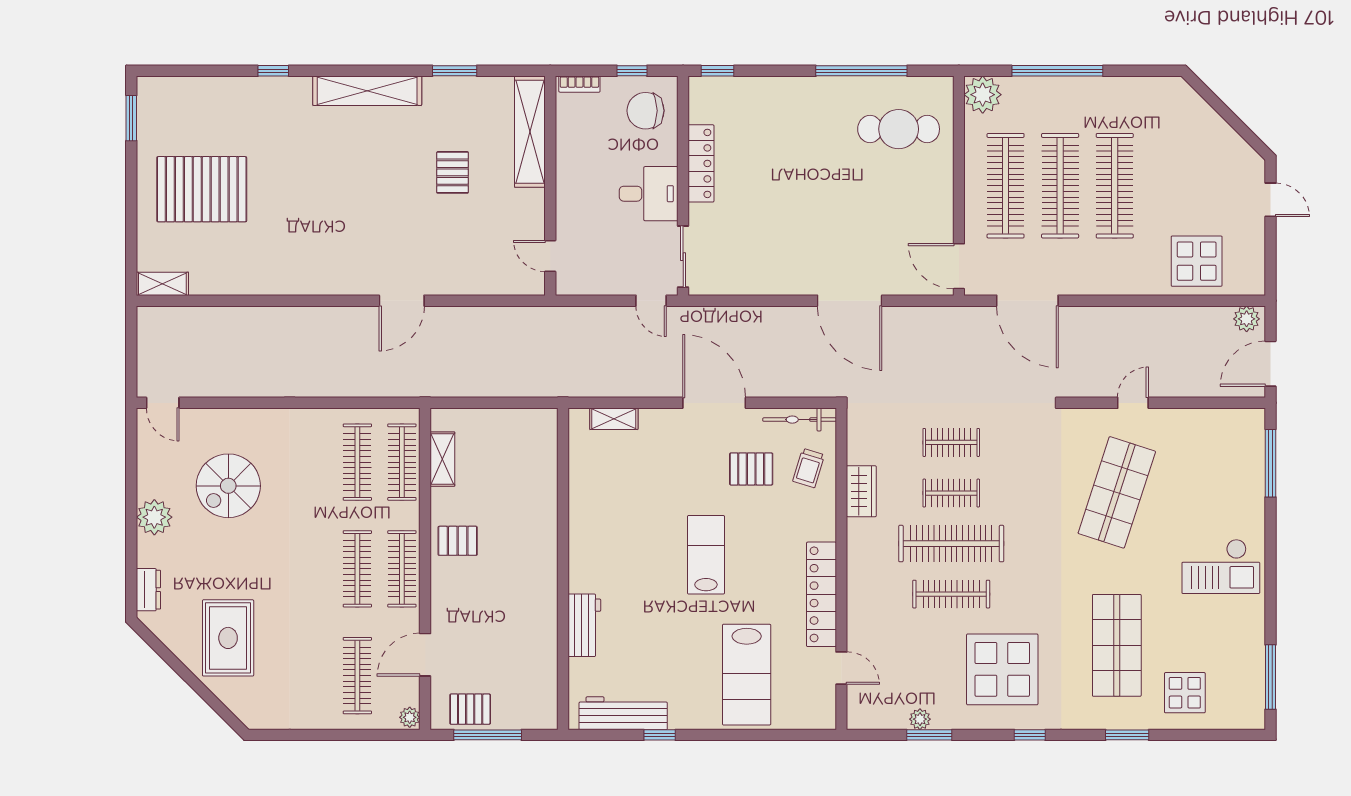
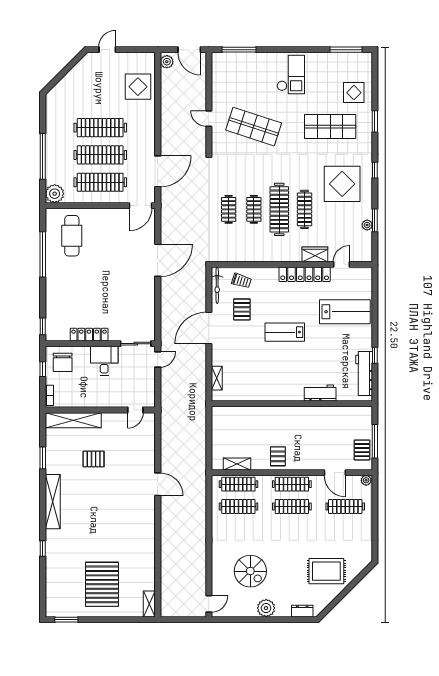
wardrobe: (861, 491) -> (315, 254), moved

